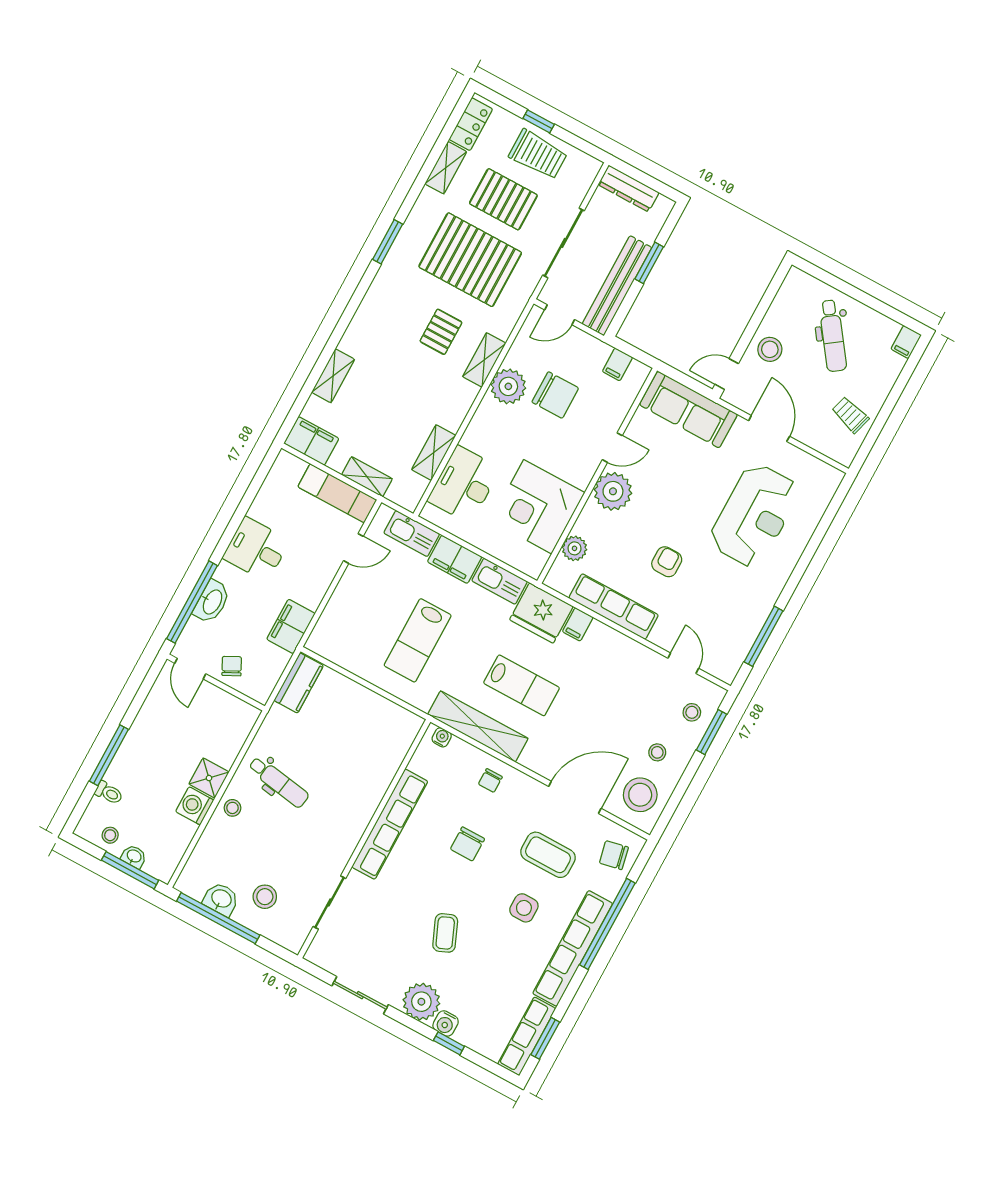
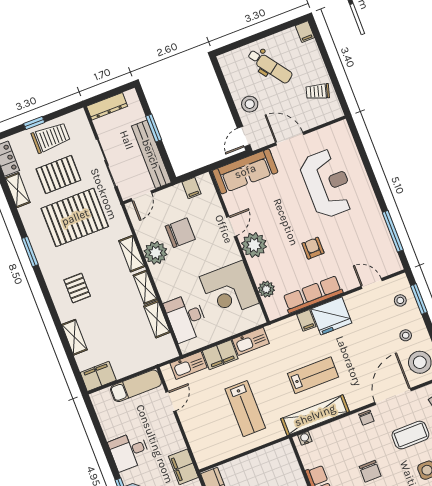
pallet: (441, 332) -> (77, 288), moved
shelving: (367, 477) -> (145, 287), moved, turned 90
fridge: (541, 613) -> (331, 316), moved
chair: (490, 781) -> (366, 418), moved

